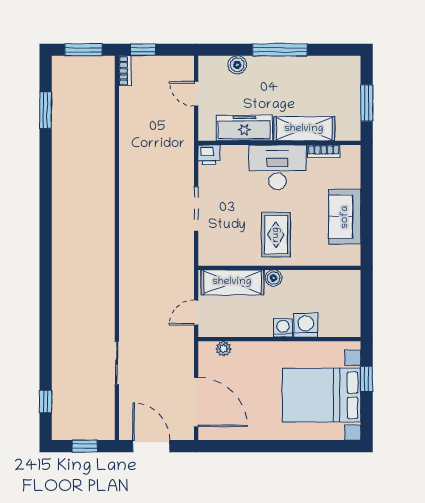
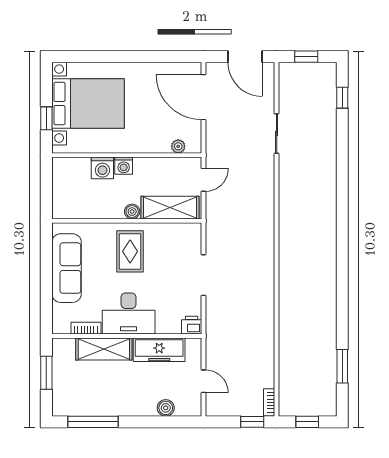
window: (84, 50) -> (307, 422), width x0.67
window: (280, 50) -> (93, 422), moved
sofa: (345, 217) -> (67, 268), width x1.36

